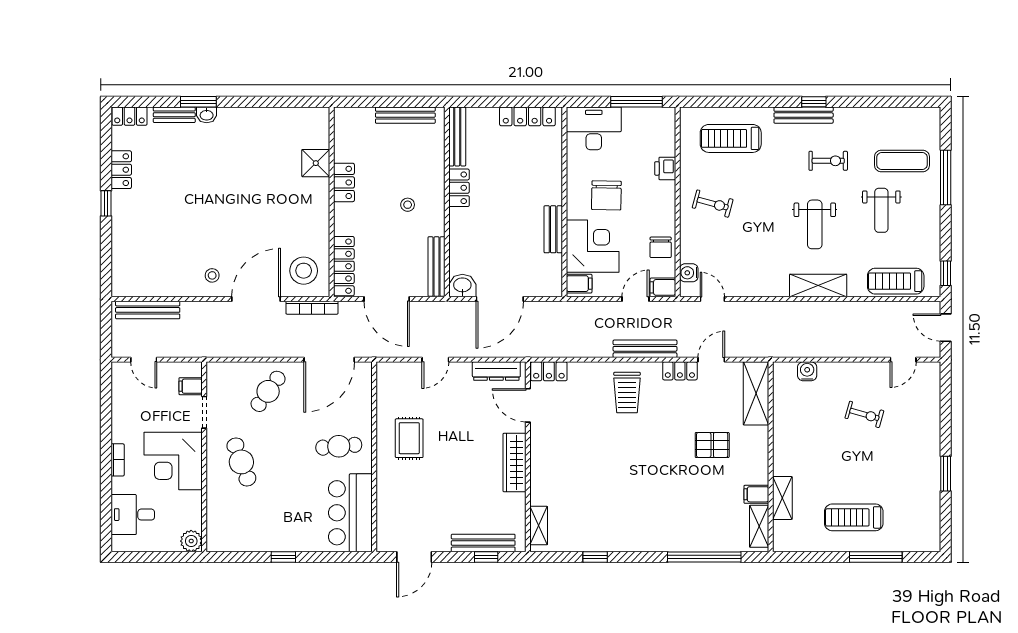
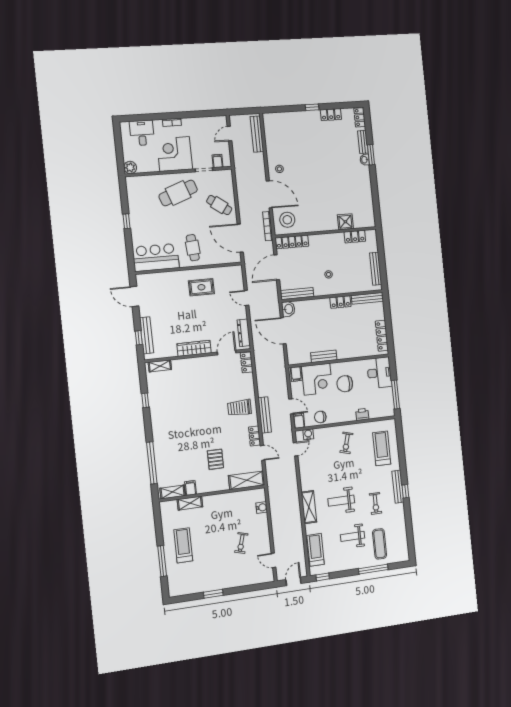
locker: (344, 182) -> (355, 237), moved
cafe table: (241, 462) -> (178, 193), width x1.37, depth x1.35

